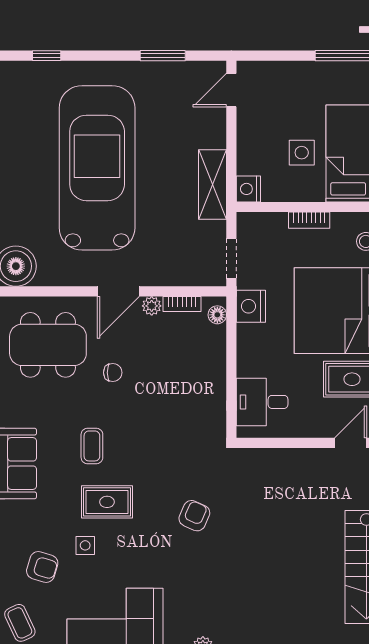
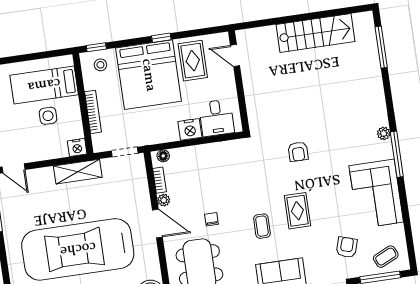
bookcase: (309, 220) -> (93, 112), width x1.56
nightstand: (251, 306) -> (190, 129), moved
coffee table: (92, 446) -> (262, 226), turned 90
armchair: (194, 516) -> (298, 152), turned -114
side table: (85, 545) -> (328, 221), removed

